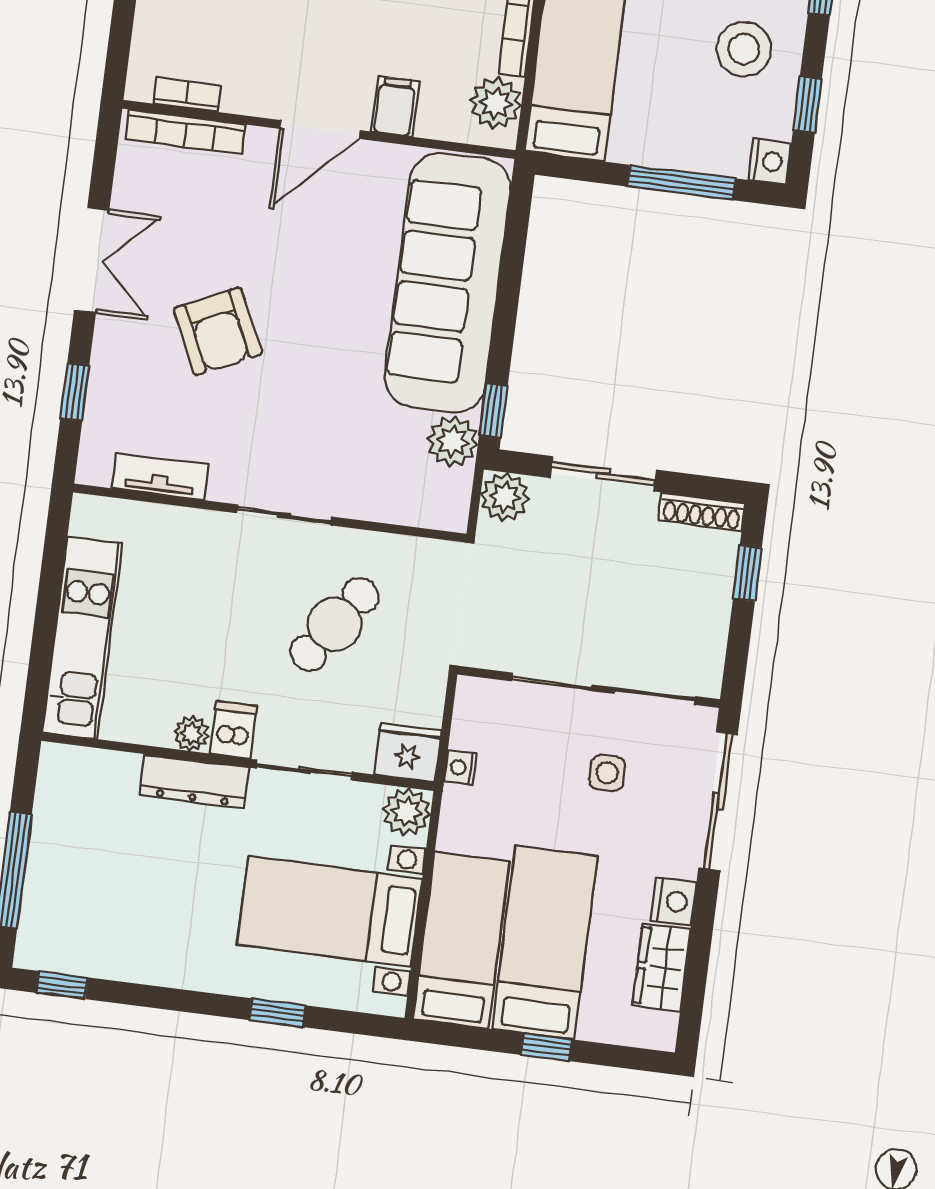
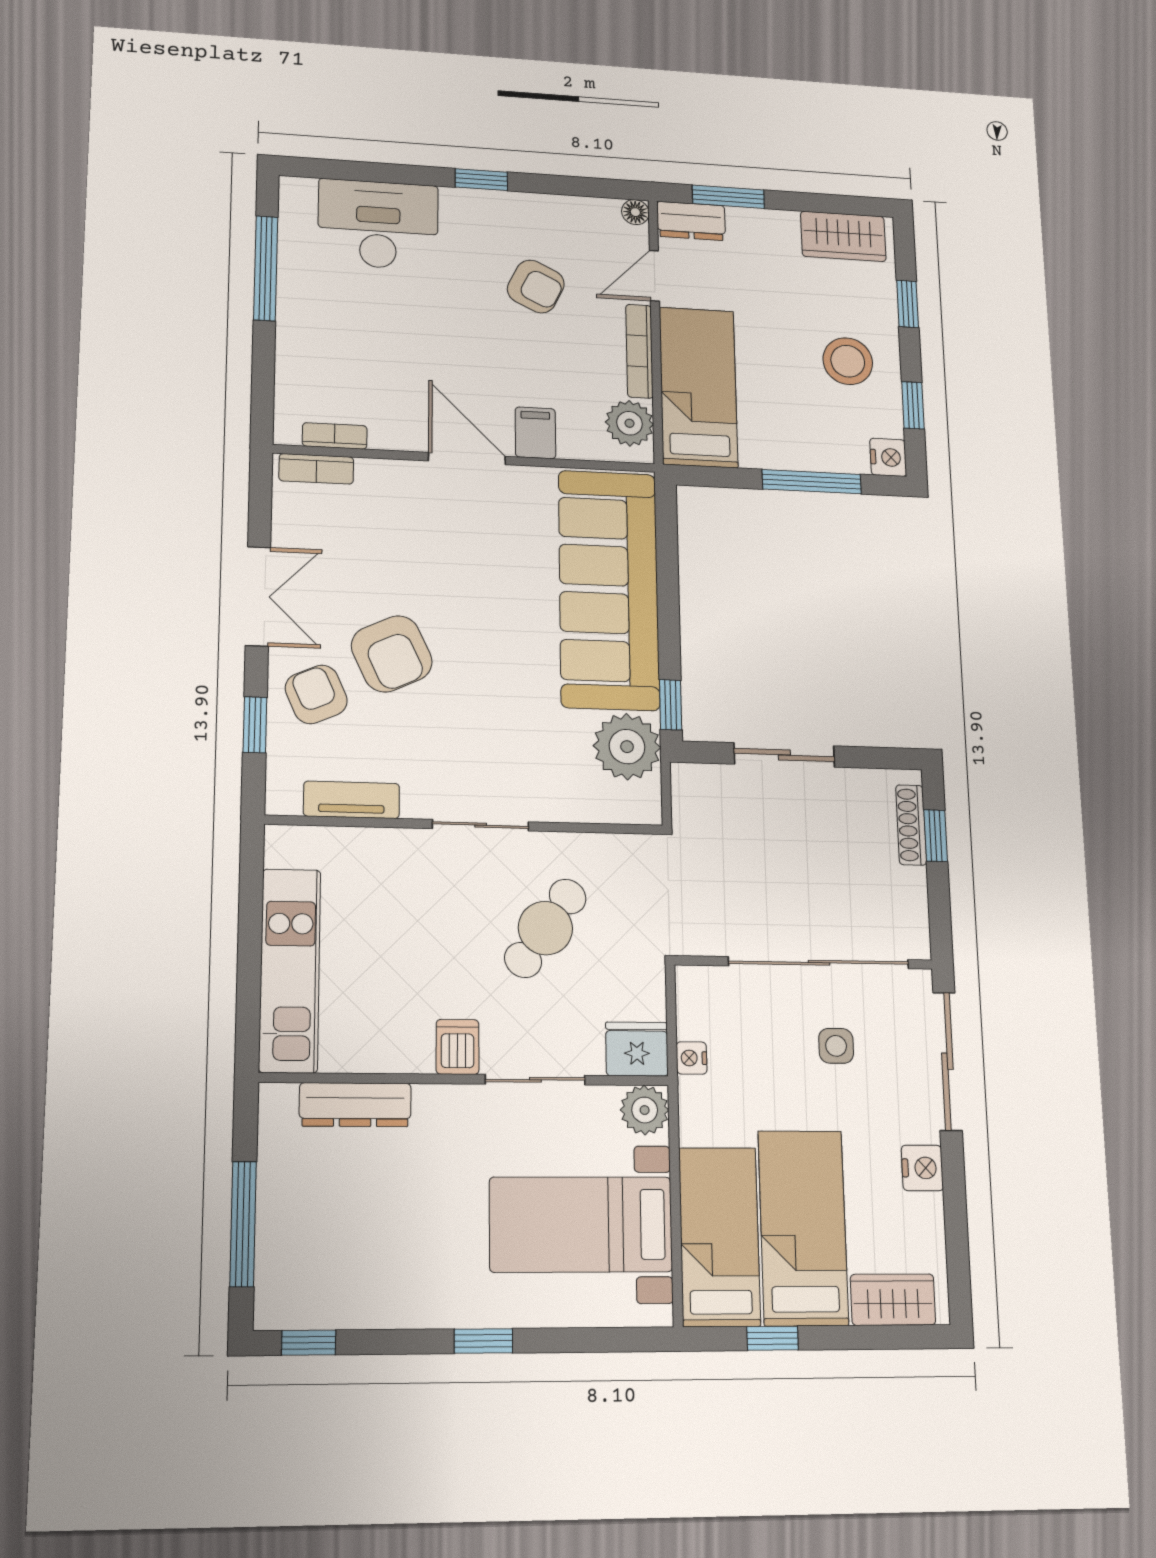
door: (320, 129) -> (467, 459), swing flipped
bookcase: (186, 132) -> (316, 469), width x0.64
armchair: (138, 366) -> (316, 694), added
plant: (453, 441) -> (627, 747), width x1.36, depth x1.36
plant: (505, 497) -> (694, 786), removed
shoe rack: (702, 512) -> (911, 825), moved, turned 90
plant: (191, 734) -> (415, 1056), removed
dresser: (194, 781) -> (355, 1105), moved
wardrobe: (661, 968) -> (893, 1300), moved, turned 90
window: (278, 1013) -> (483, 1341), moved
window: (546, 1047) -> (772, 1338), moved

